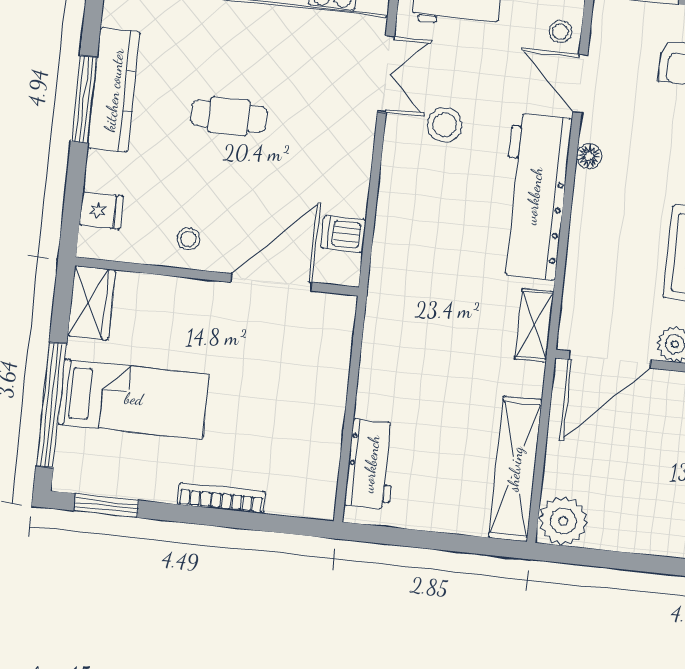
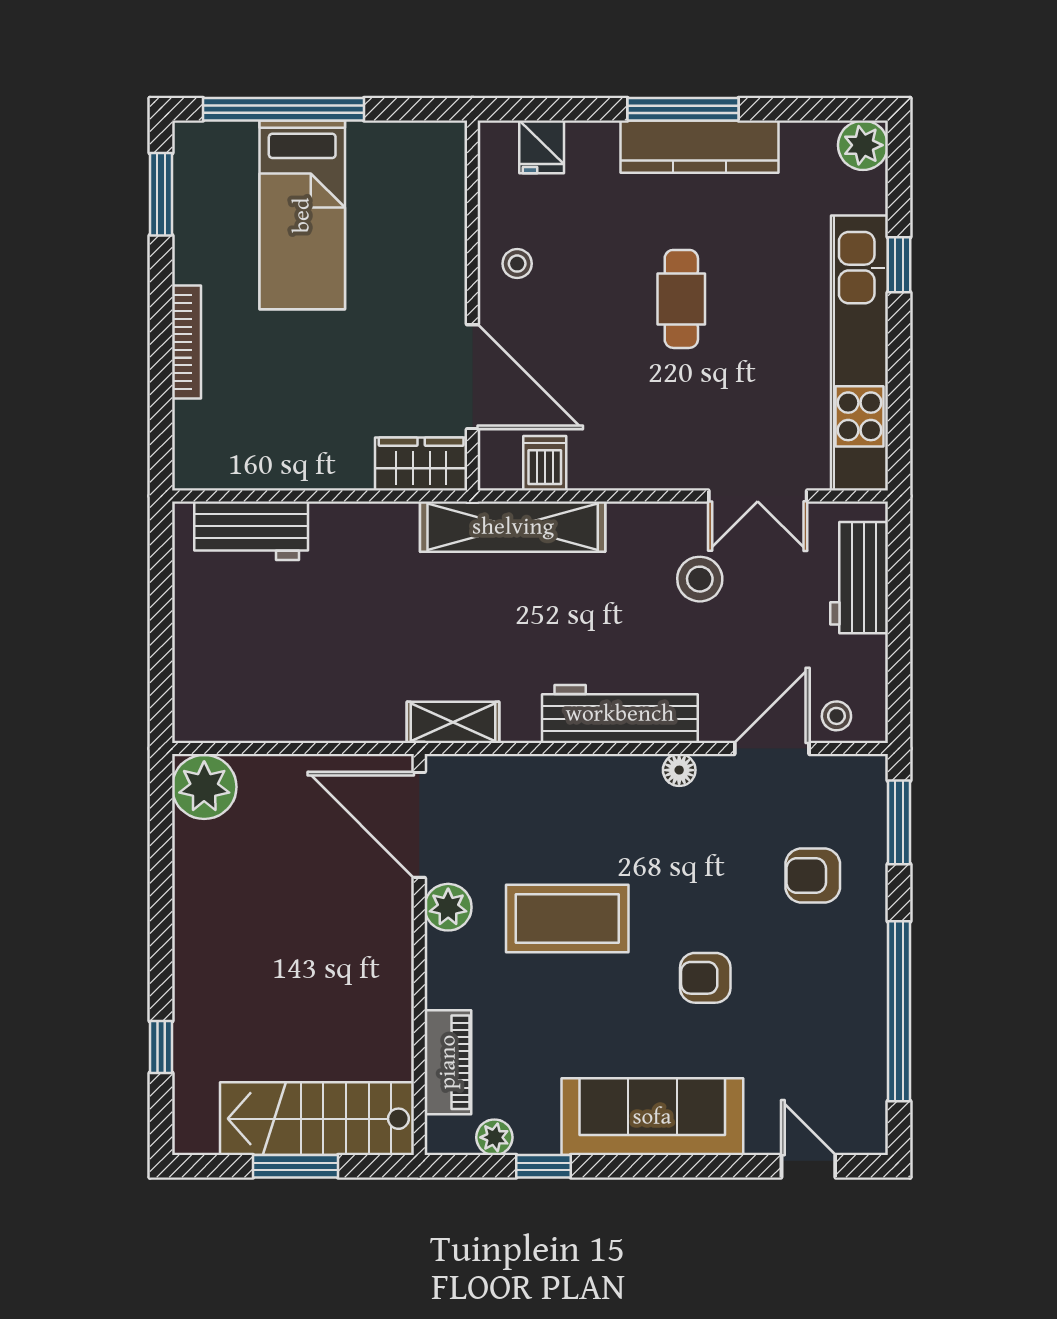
workbench: (534, 196) -> (620, 714), width x0.73, depth x0.76
wardrobe: (91, 303) -> (421, 464), moved, turned 180
shelving: (515, 469) -> (513, 527), moved

